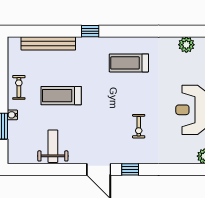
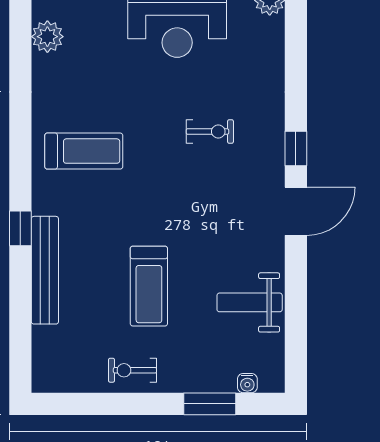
bench: (48, 43) -> (45, 270), moved
treadmill: (129, 63) -> (84, 151), turned -90
water cooler: (12, 115) -> (247, 383), moved

